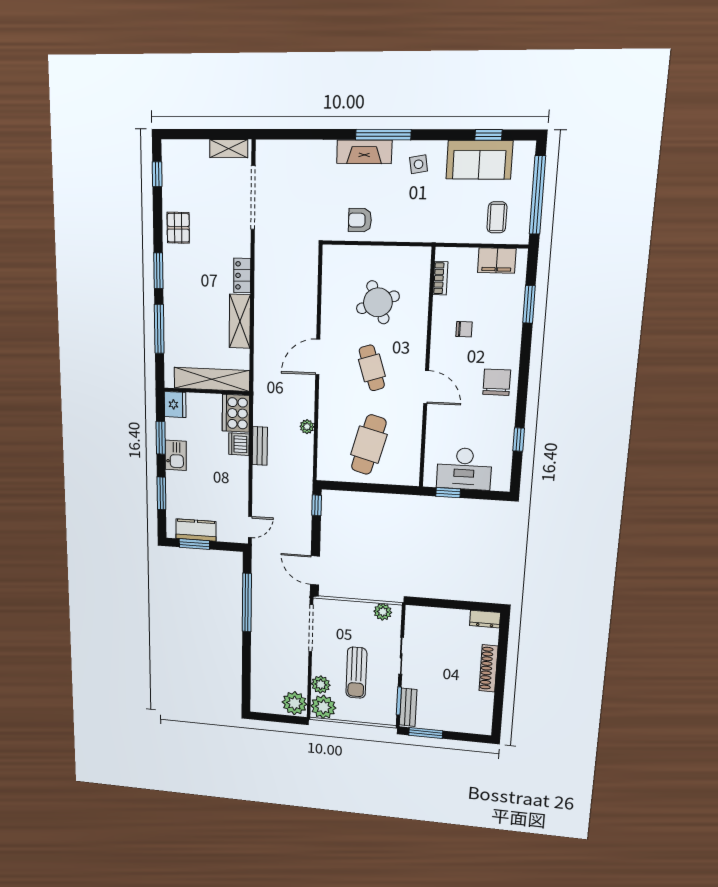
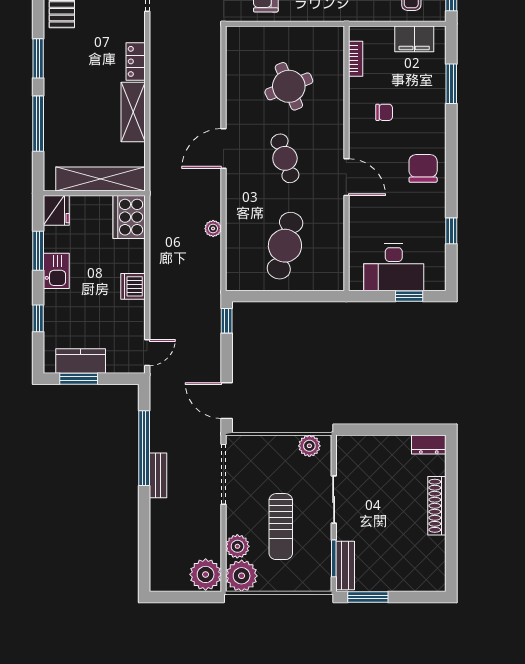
dishwasher: (239, 444) -> (133, 286), moved
bench: (260, 446) -> (158, 475), moved
window: (161, 493) -> (38, 318), width x0.67
window: (448, 493) -> (409, 296), moved

